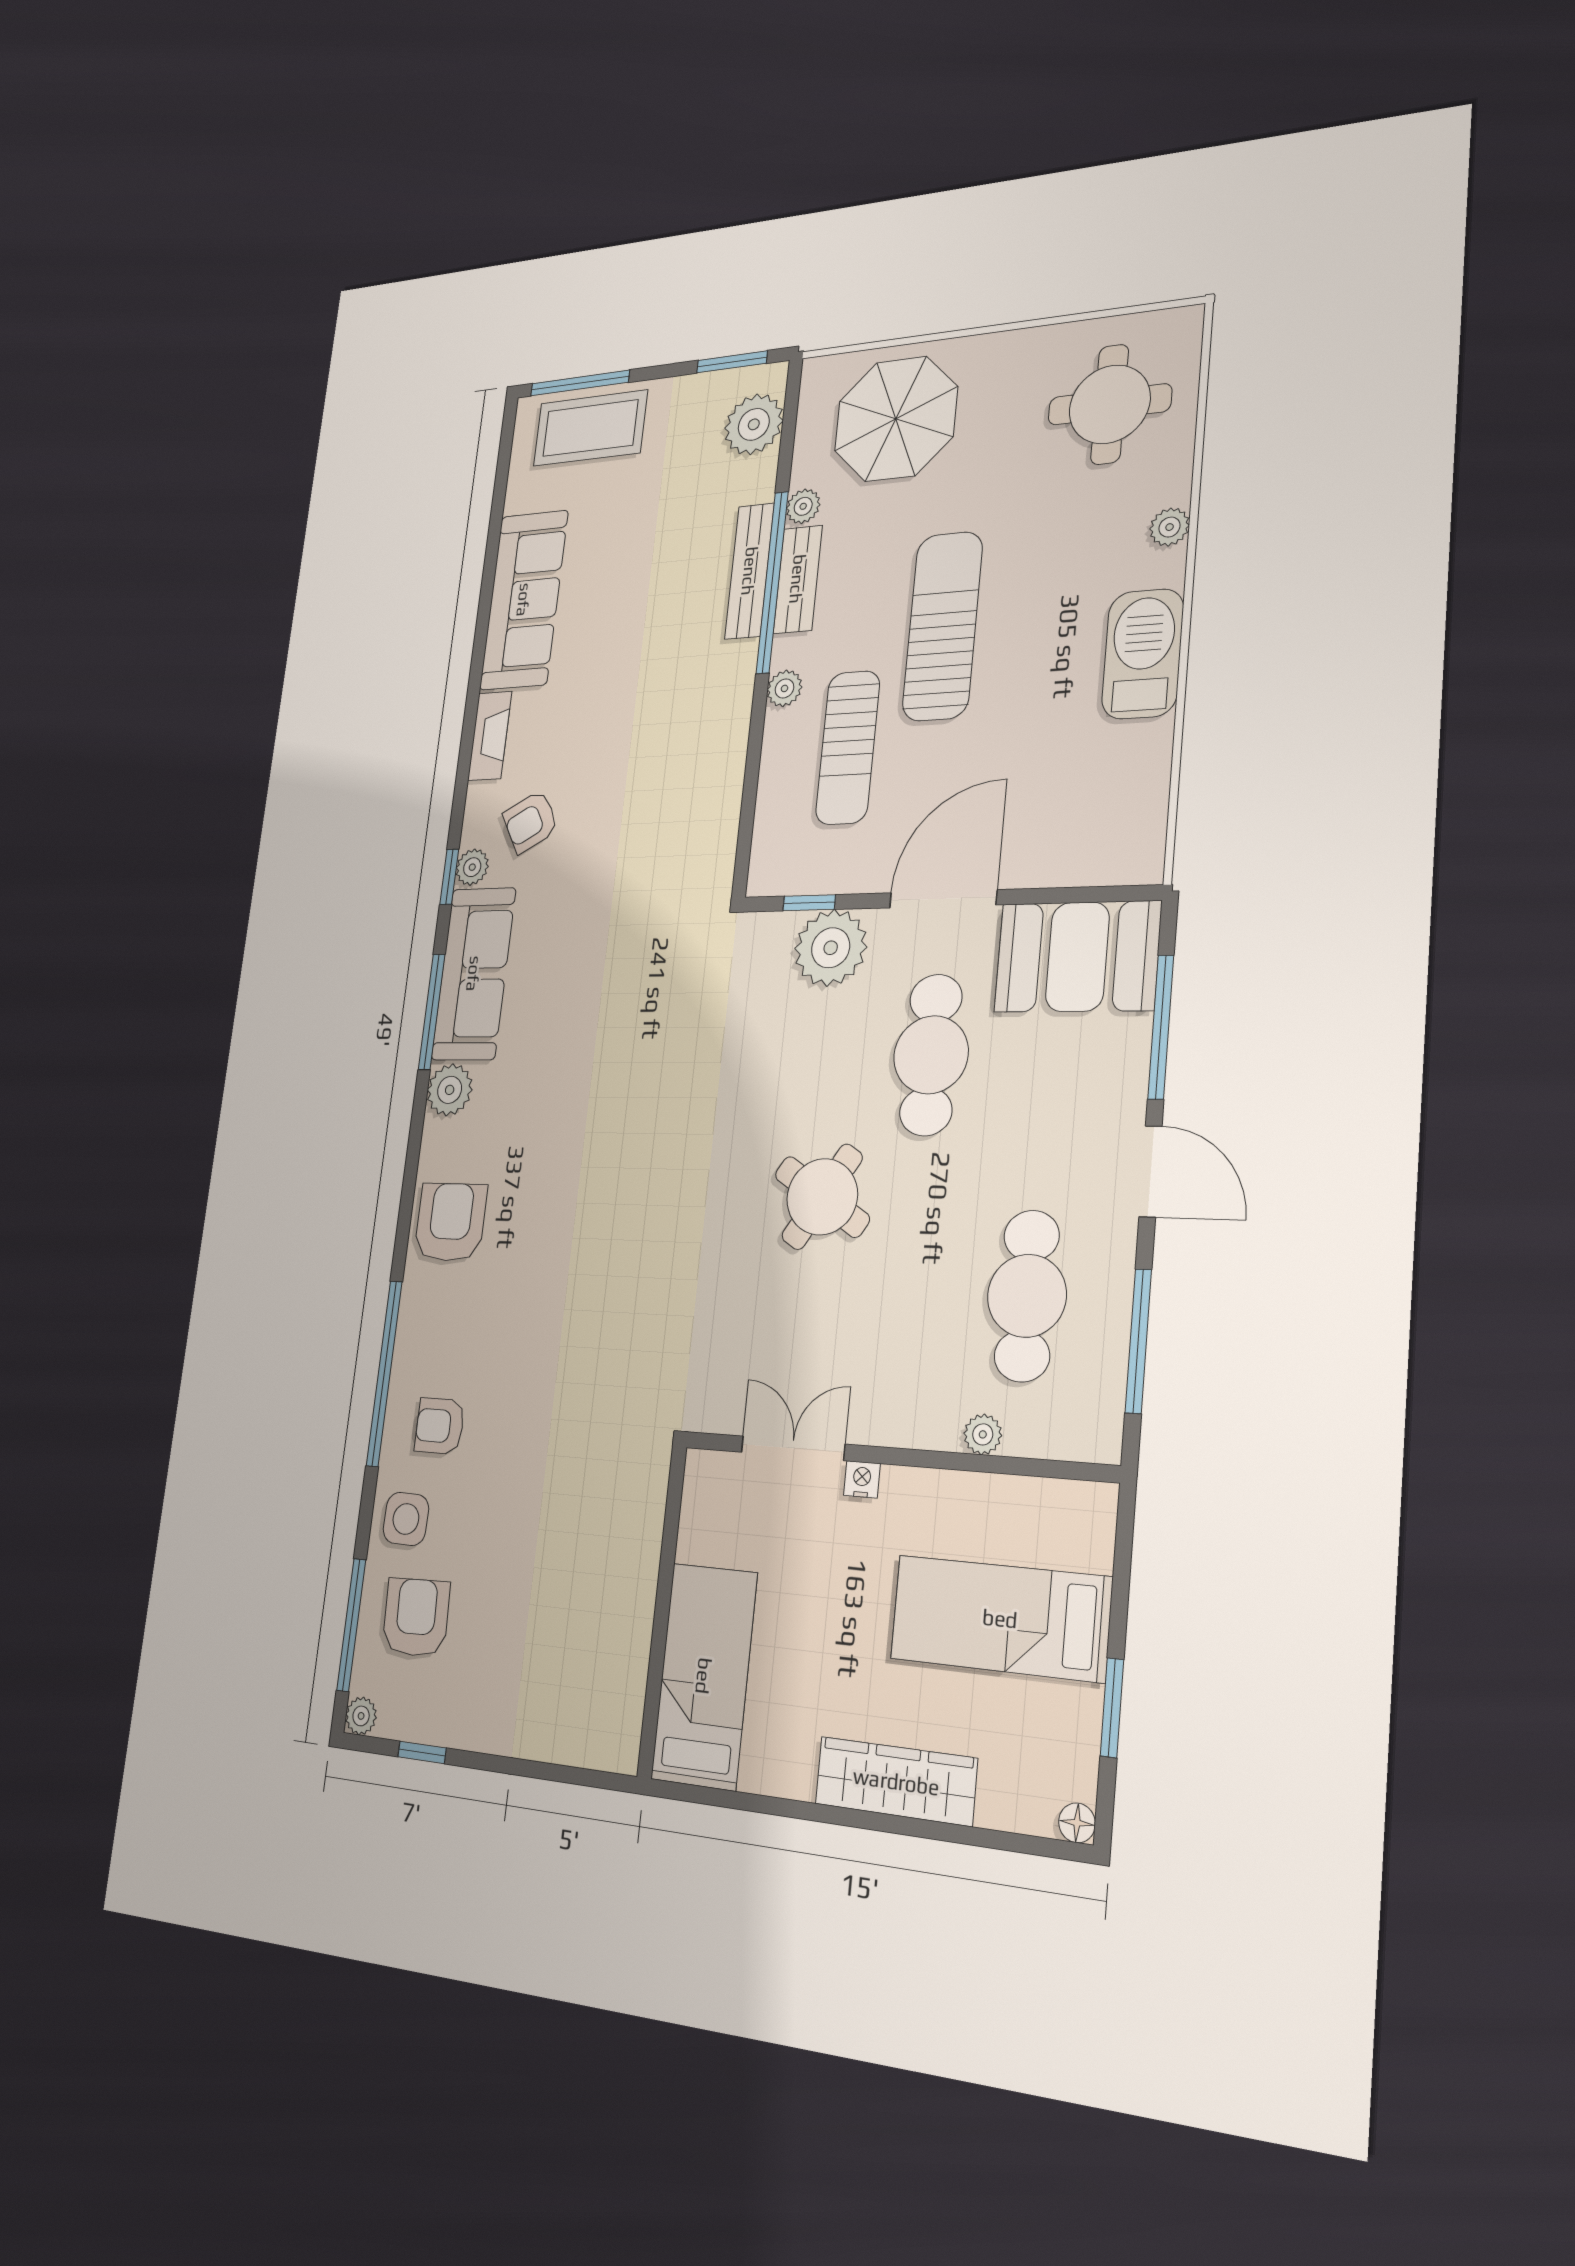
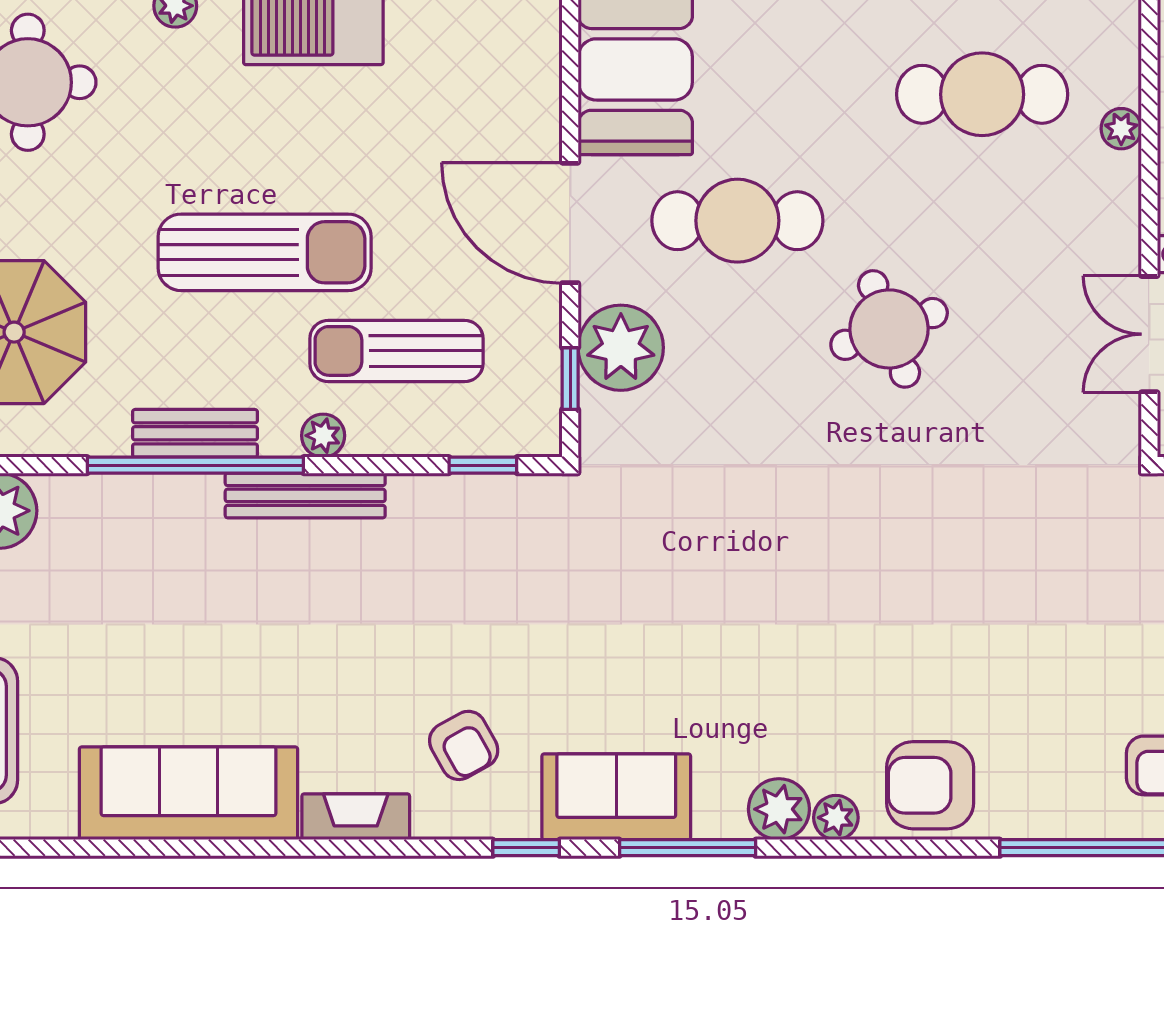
plant: (803, 506) -> (107, 436), removed
bench: (750, 571) -> (305, 495), moved
sun lounger: (943, 626) -> (265, 252), turned 180
sun lounger: (848, 748) -> (396, 351), turned 180
window: (746, 828) -> (483, 465), added
plant: (472, 867) -> (836, 818), moved
sofa: (474, 974) -> (616, 797), width x0.73
round table: (822, 1197) -> (889, 329), turned 38

